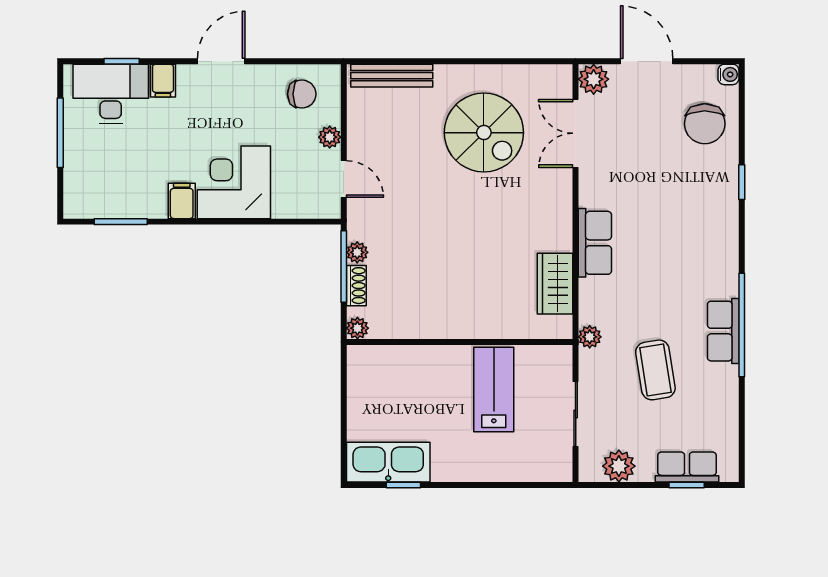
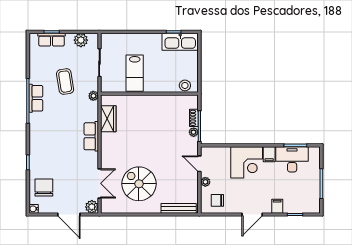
desk: (111, 94) -> (292, 159), moved, turned 180
plant: (357, 328) -> (193, 100), removed
stool: (377, 361) -> (185, 85), added

